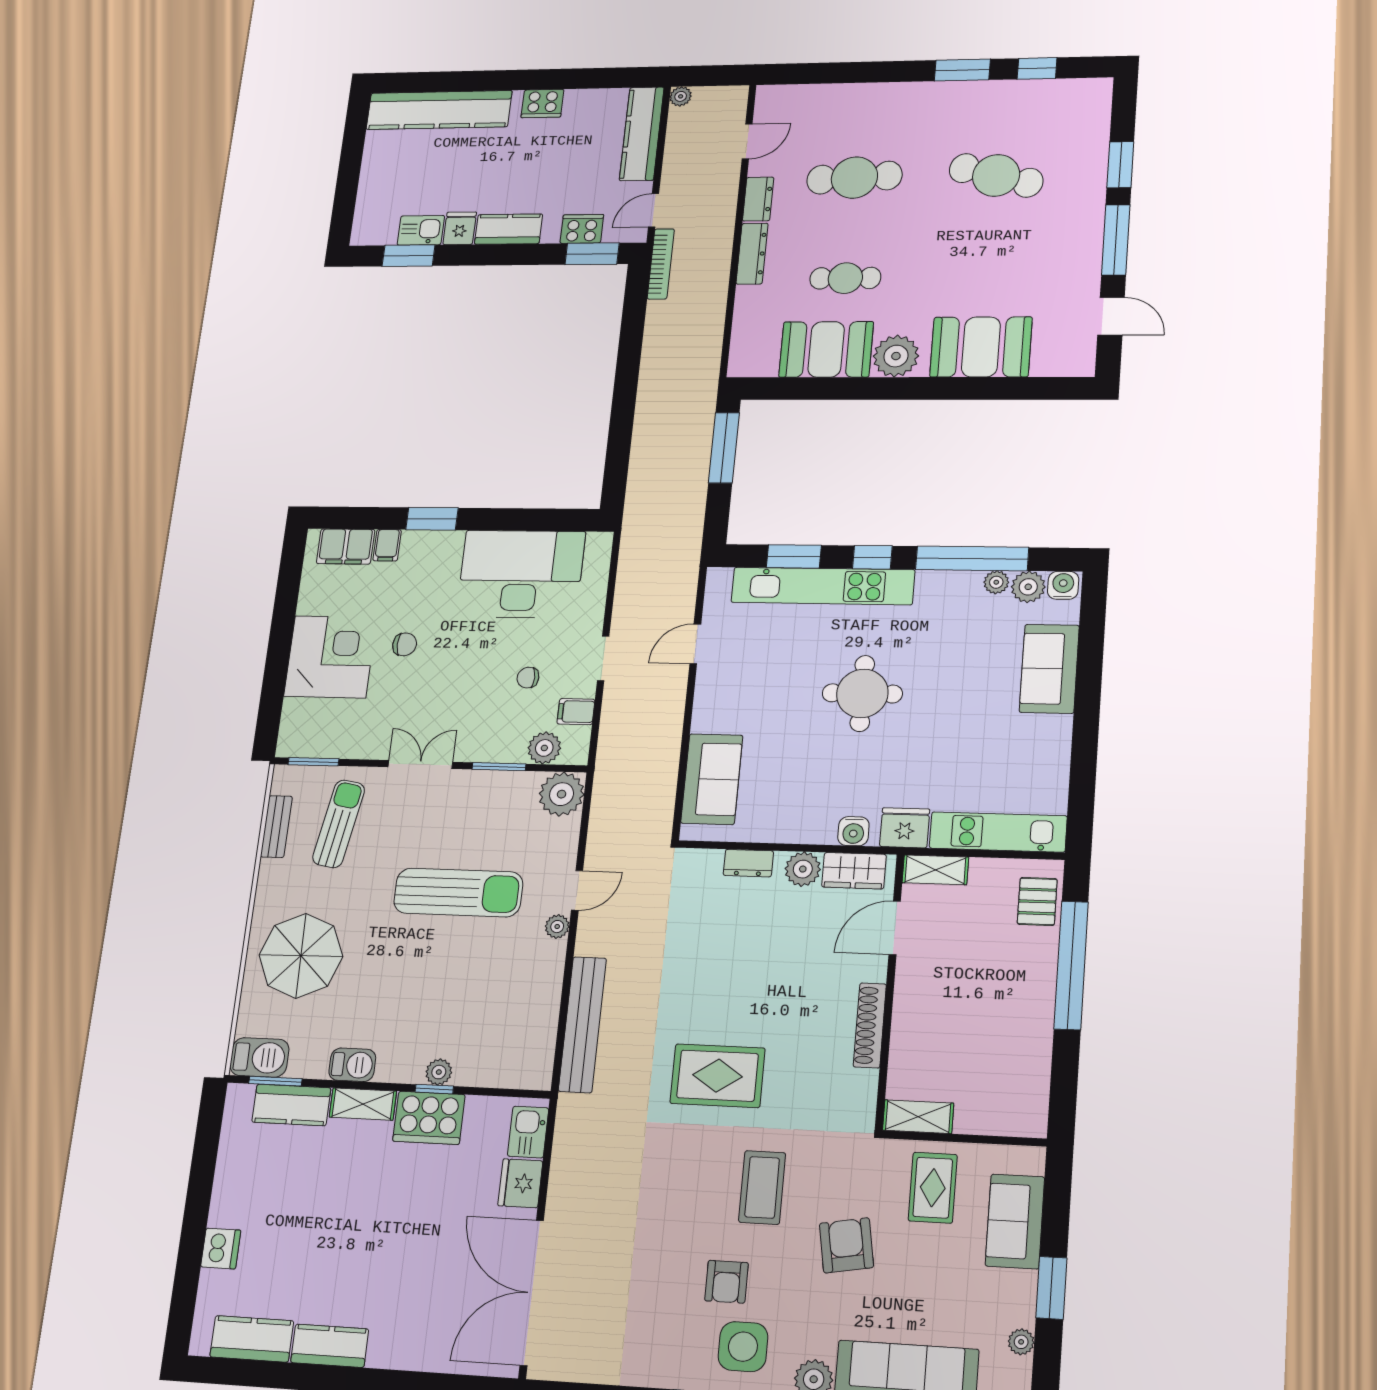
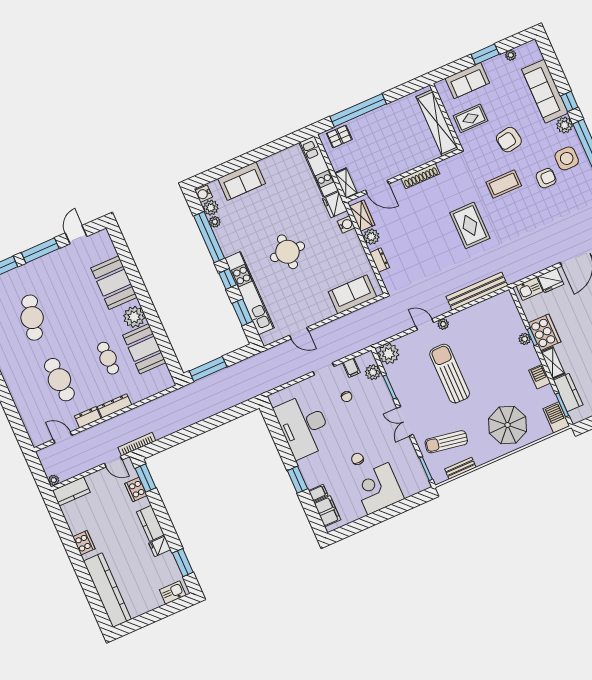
kitchen counter: (642, 134) -> (71, 491), width x0.67
kitchen sink: (421, 230) -> (173, 592), moved, turned 90
shelving: (918, 1117) -> (437, 123), width x2.20, depth x1.33

